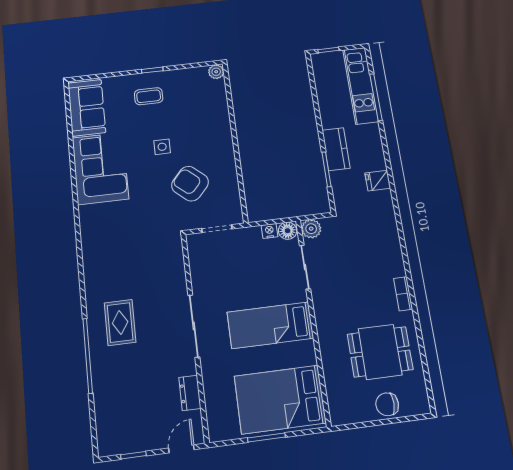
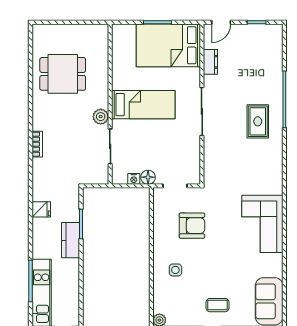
side table: (162, 147) -> (175, 270), moved
corner sofa: (100, 168) -> (262, 224), moved
armchair: (190, 184) -> (192, 226), turned -41
plant: (311, 229) -> (101, 117), moved
floor lamp: (288, 231) -> (148, 177), moved
bookcase: (403, 294) -> (37, 144), moved
bed: (280, 399) -> (168, 45), moved, turned 180
chair: (387, 404) -> (64, 35), removed

